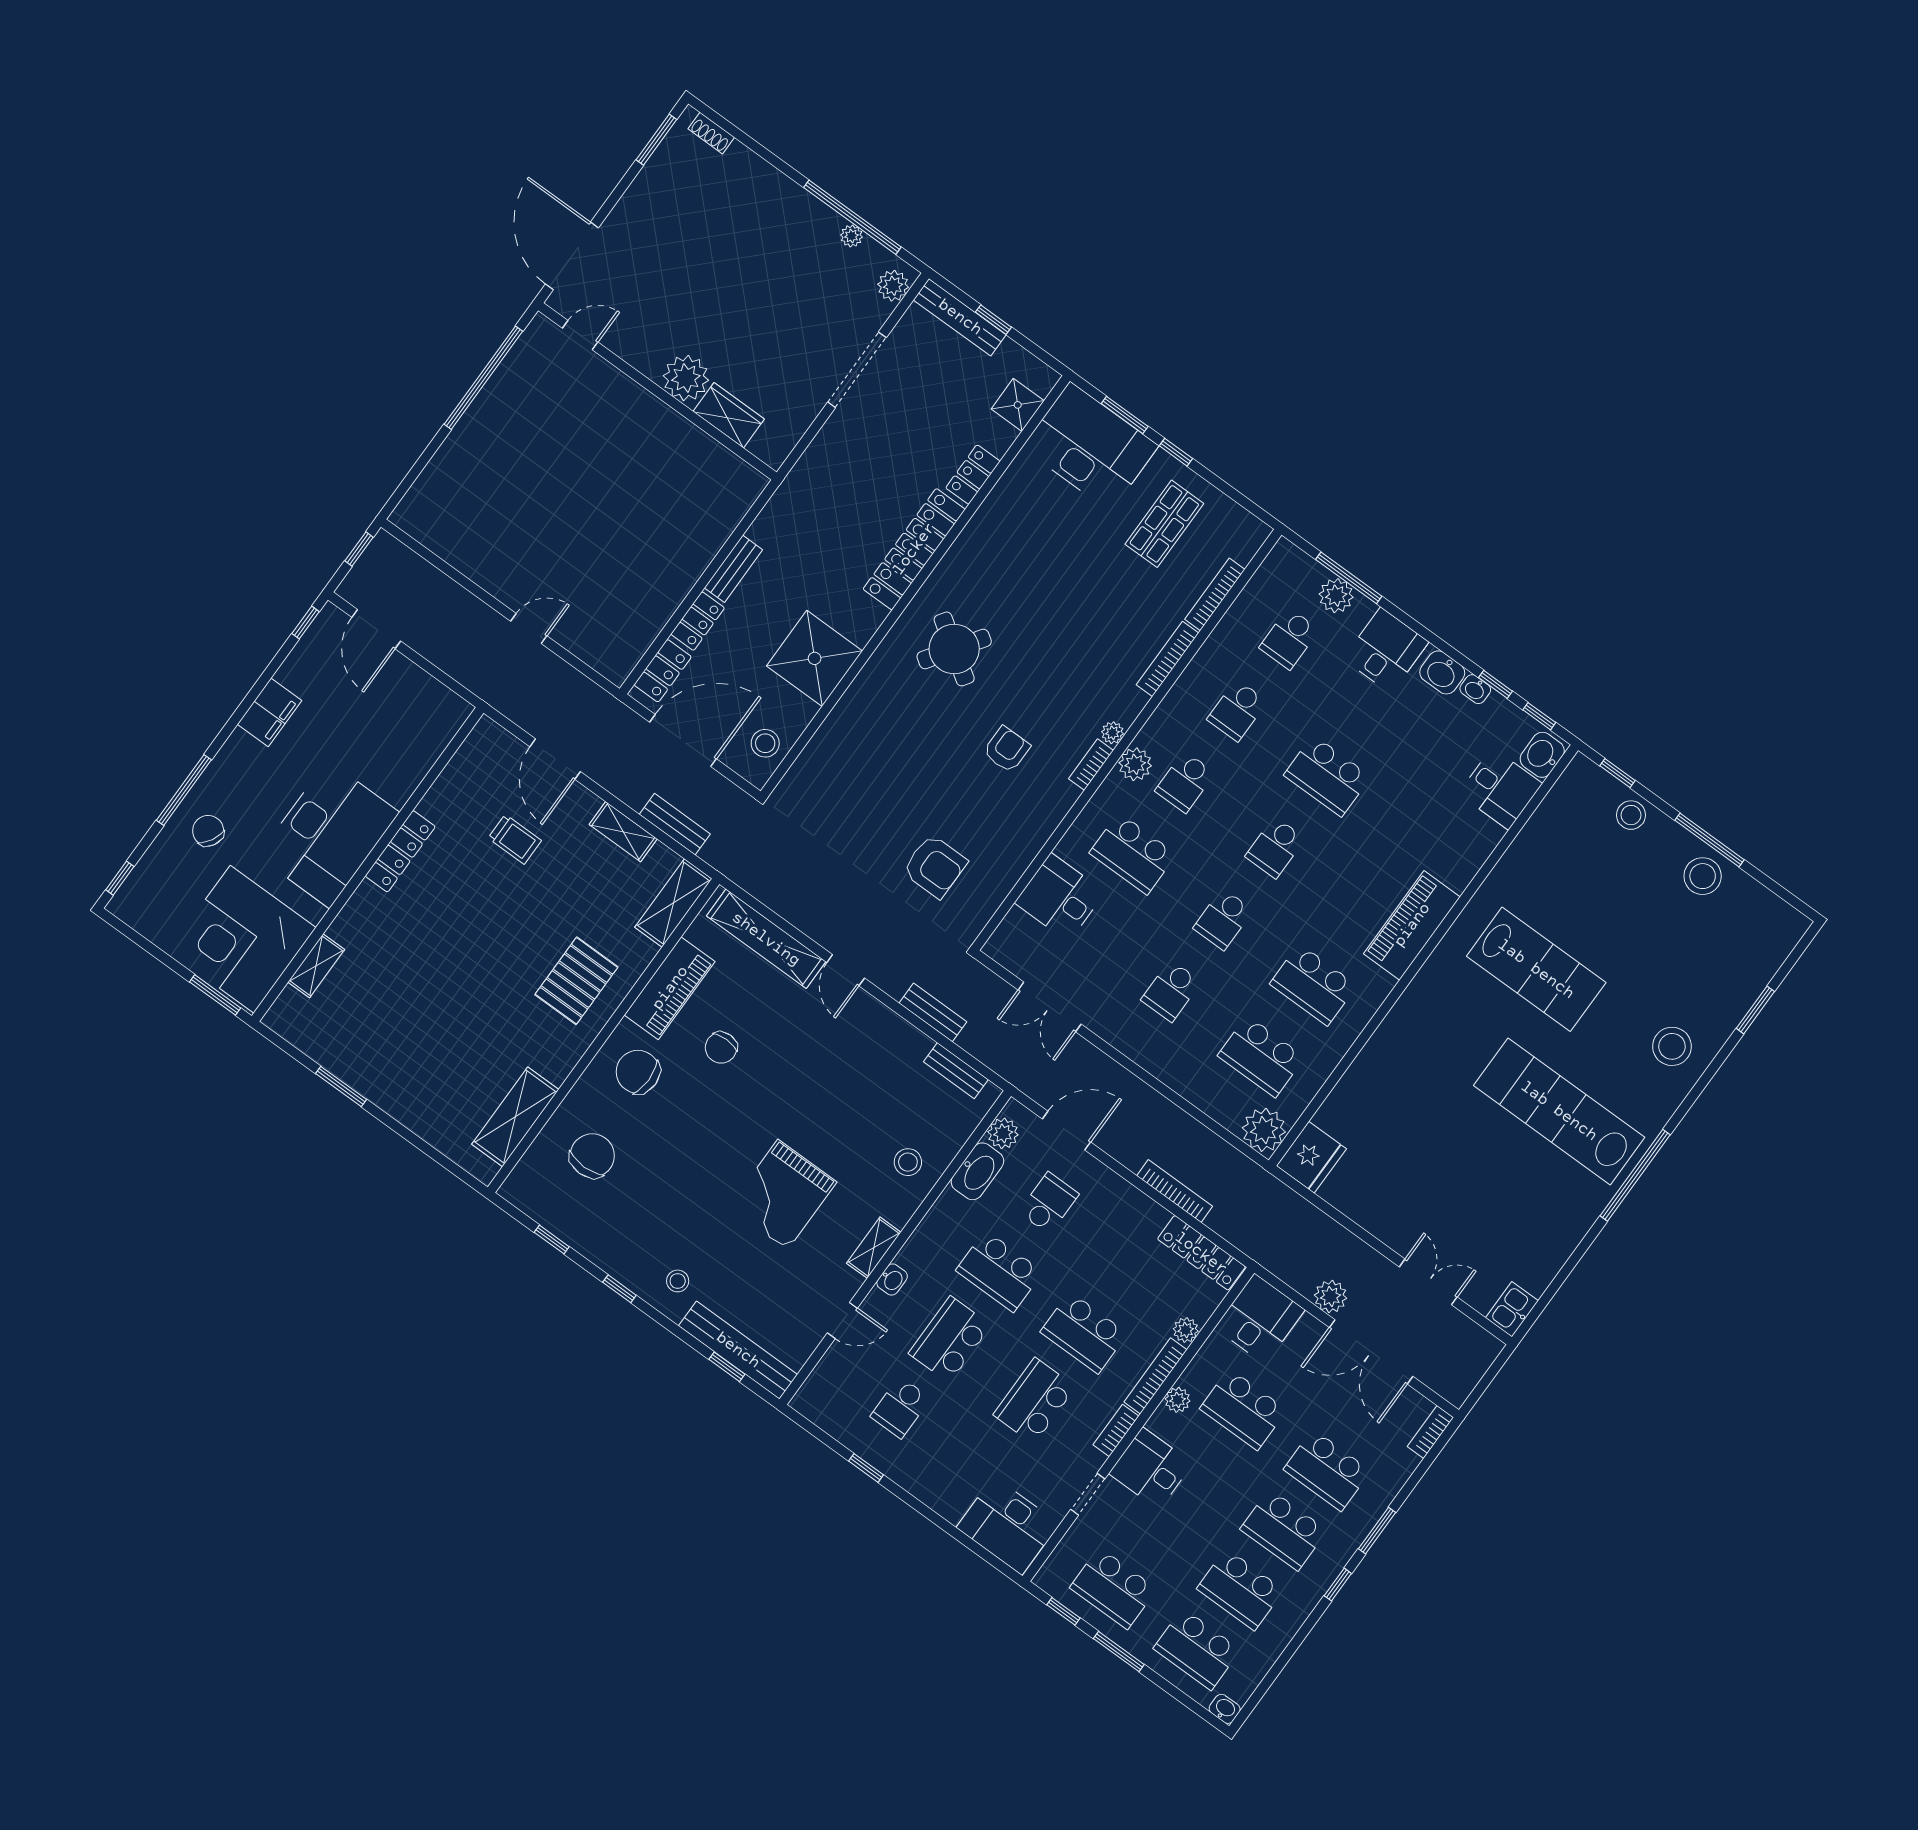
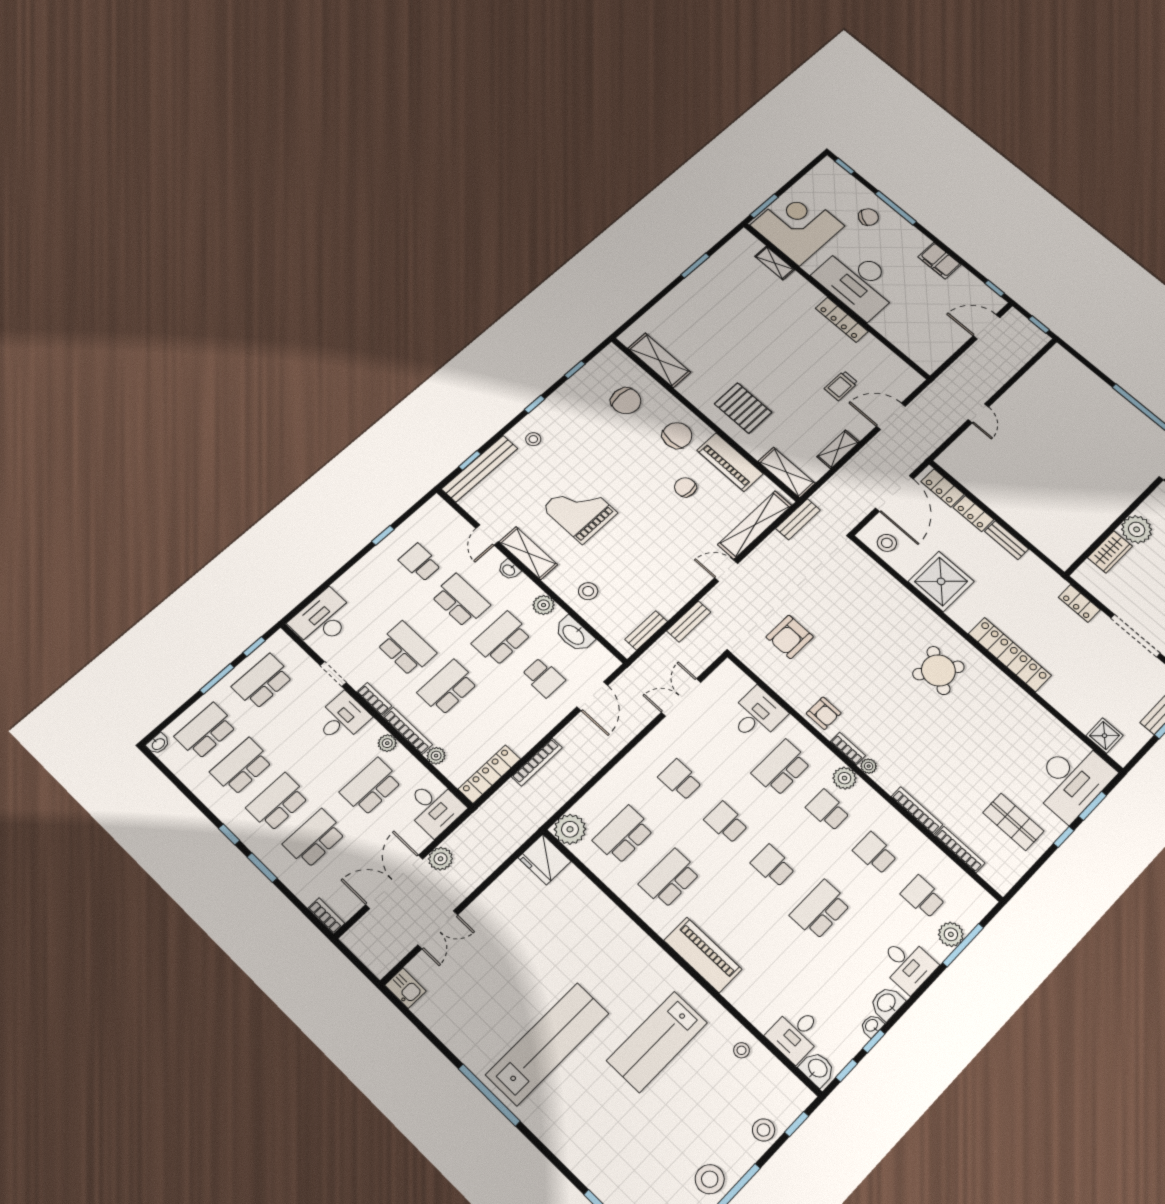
locker: (973, 475) -> (1079, 603), moved, turned 180
armchair: (1007, 749) -> (824, 713), moved
bench: (675, 824) -> (798, 519), moved
stool: (1672, 1046) -> (741, 1050), moved, width x0.53, depth x0.53
plant: (1003, 1133) -> (544, 605), moved
shelving: (874, 1248) -> (528, 553), width x1.50, depth x1.33

